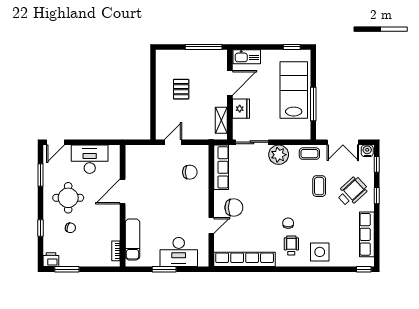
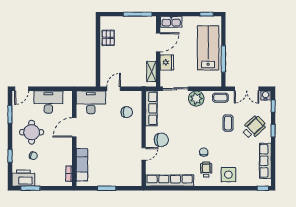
pallet: (181, 89) -> (108, 38), moved
desk: (179, 252) -> (91, 102), moved, turned 180
printer: (51, 260) -> (23, 178), width x1.87, depth x1.48

